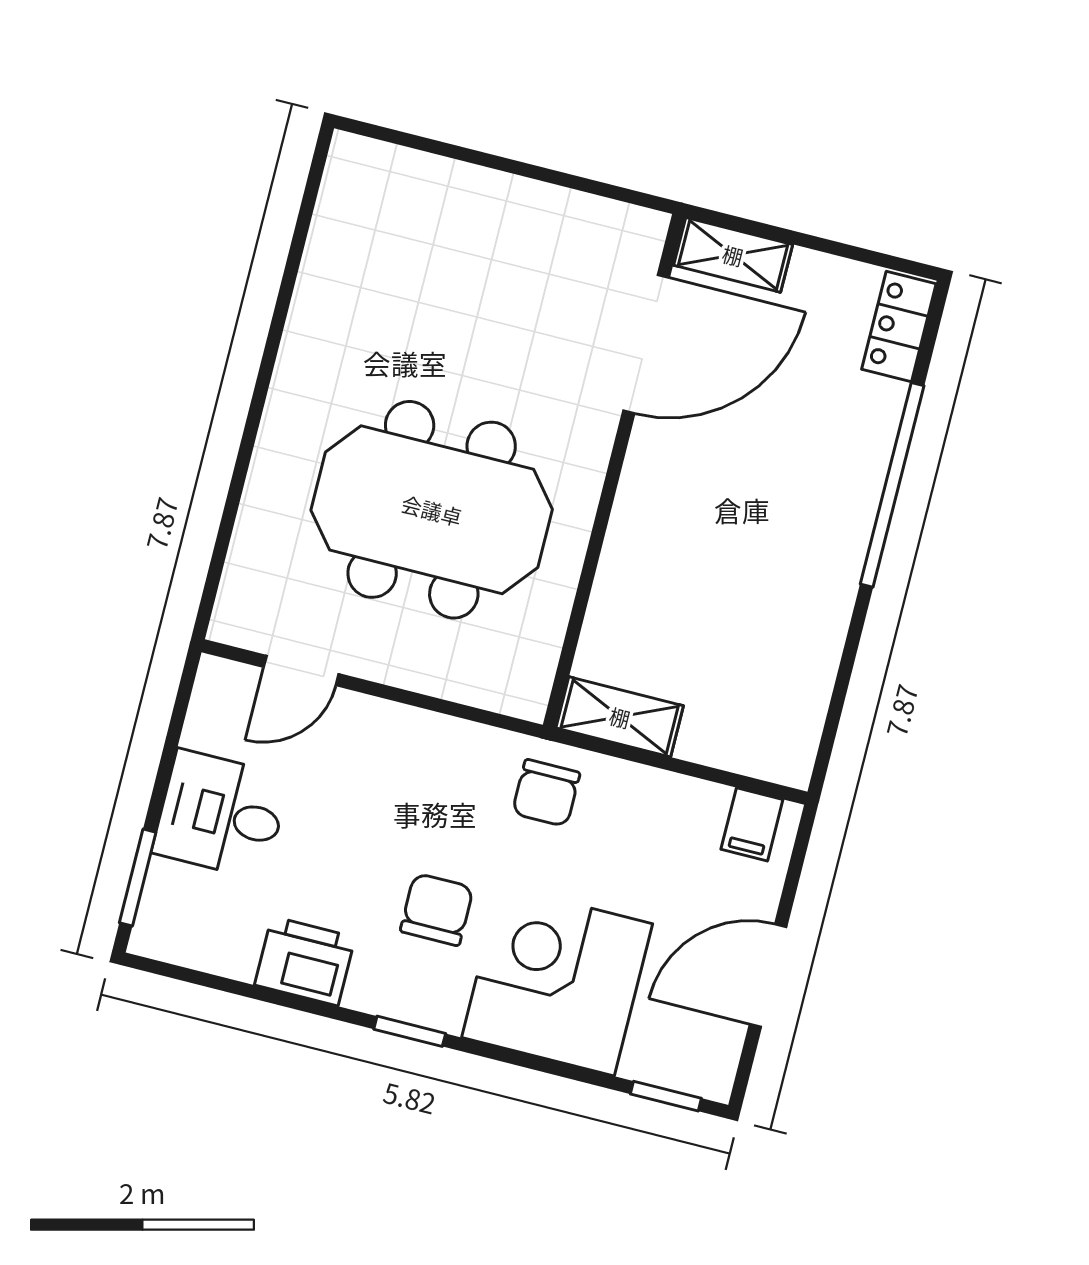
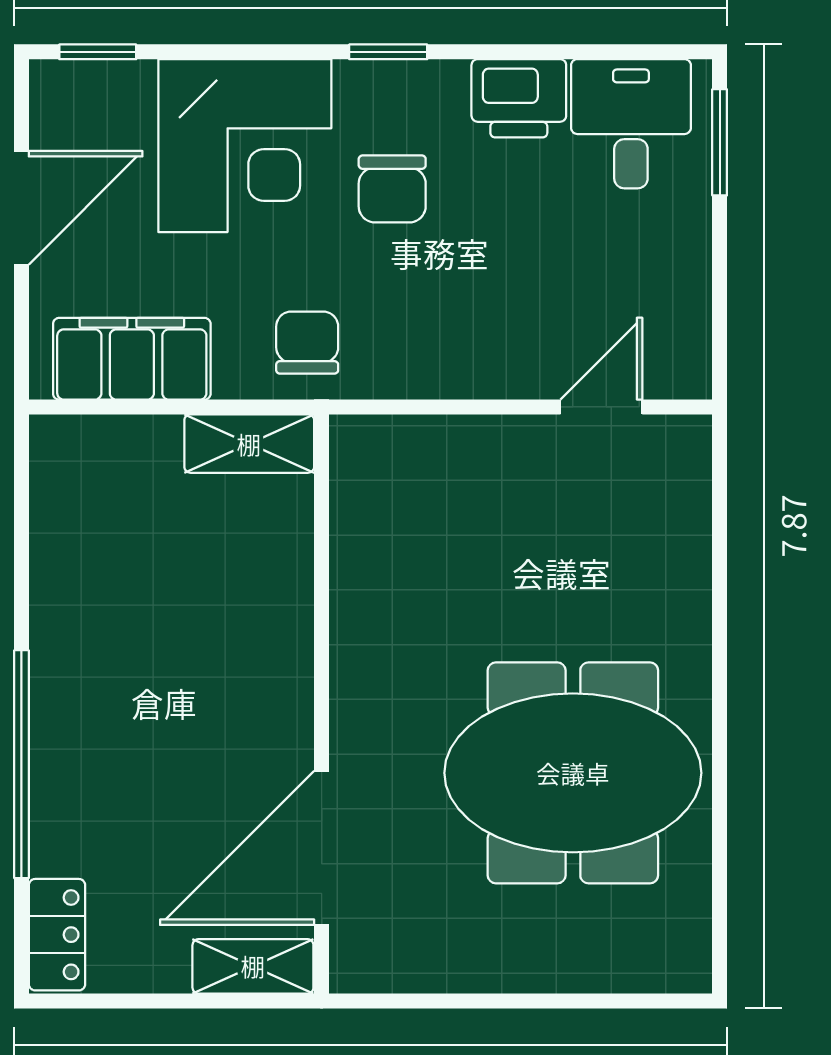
meeting table: (432, 510) -> (573, 773), moved
desk: (221, 815) -> (631, 124), moved, turned -90
filing cabinet: (752, 824) -> (132, 359), width x3.00, depth x1.17

